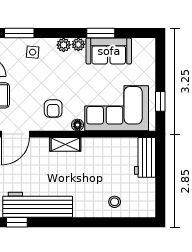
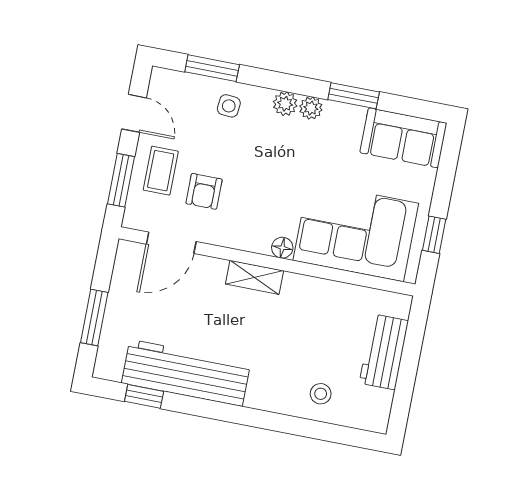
sofa: (109, 51) -> (403, 138), moved
armchair: (53, 109) -> (204, 191), moved
workbench: (145, 157) -> (384, 352), moved

